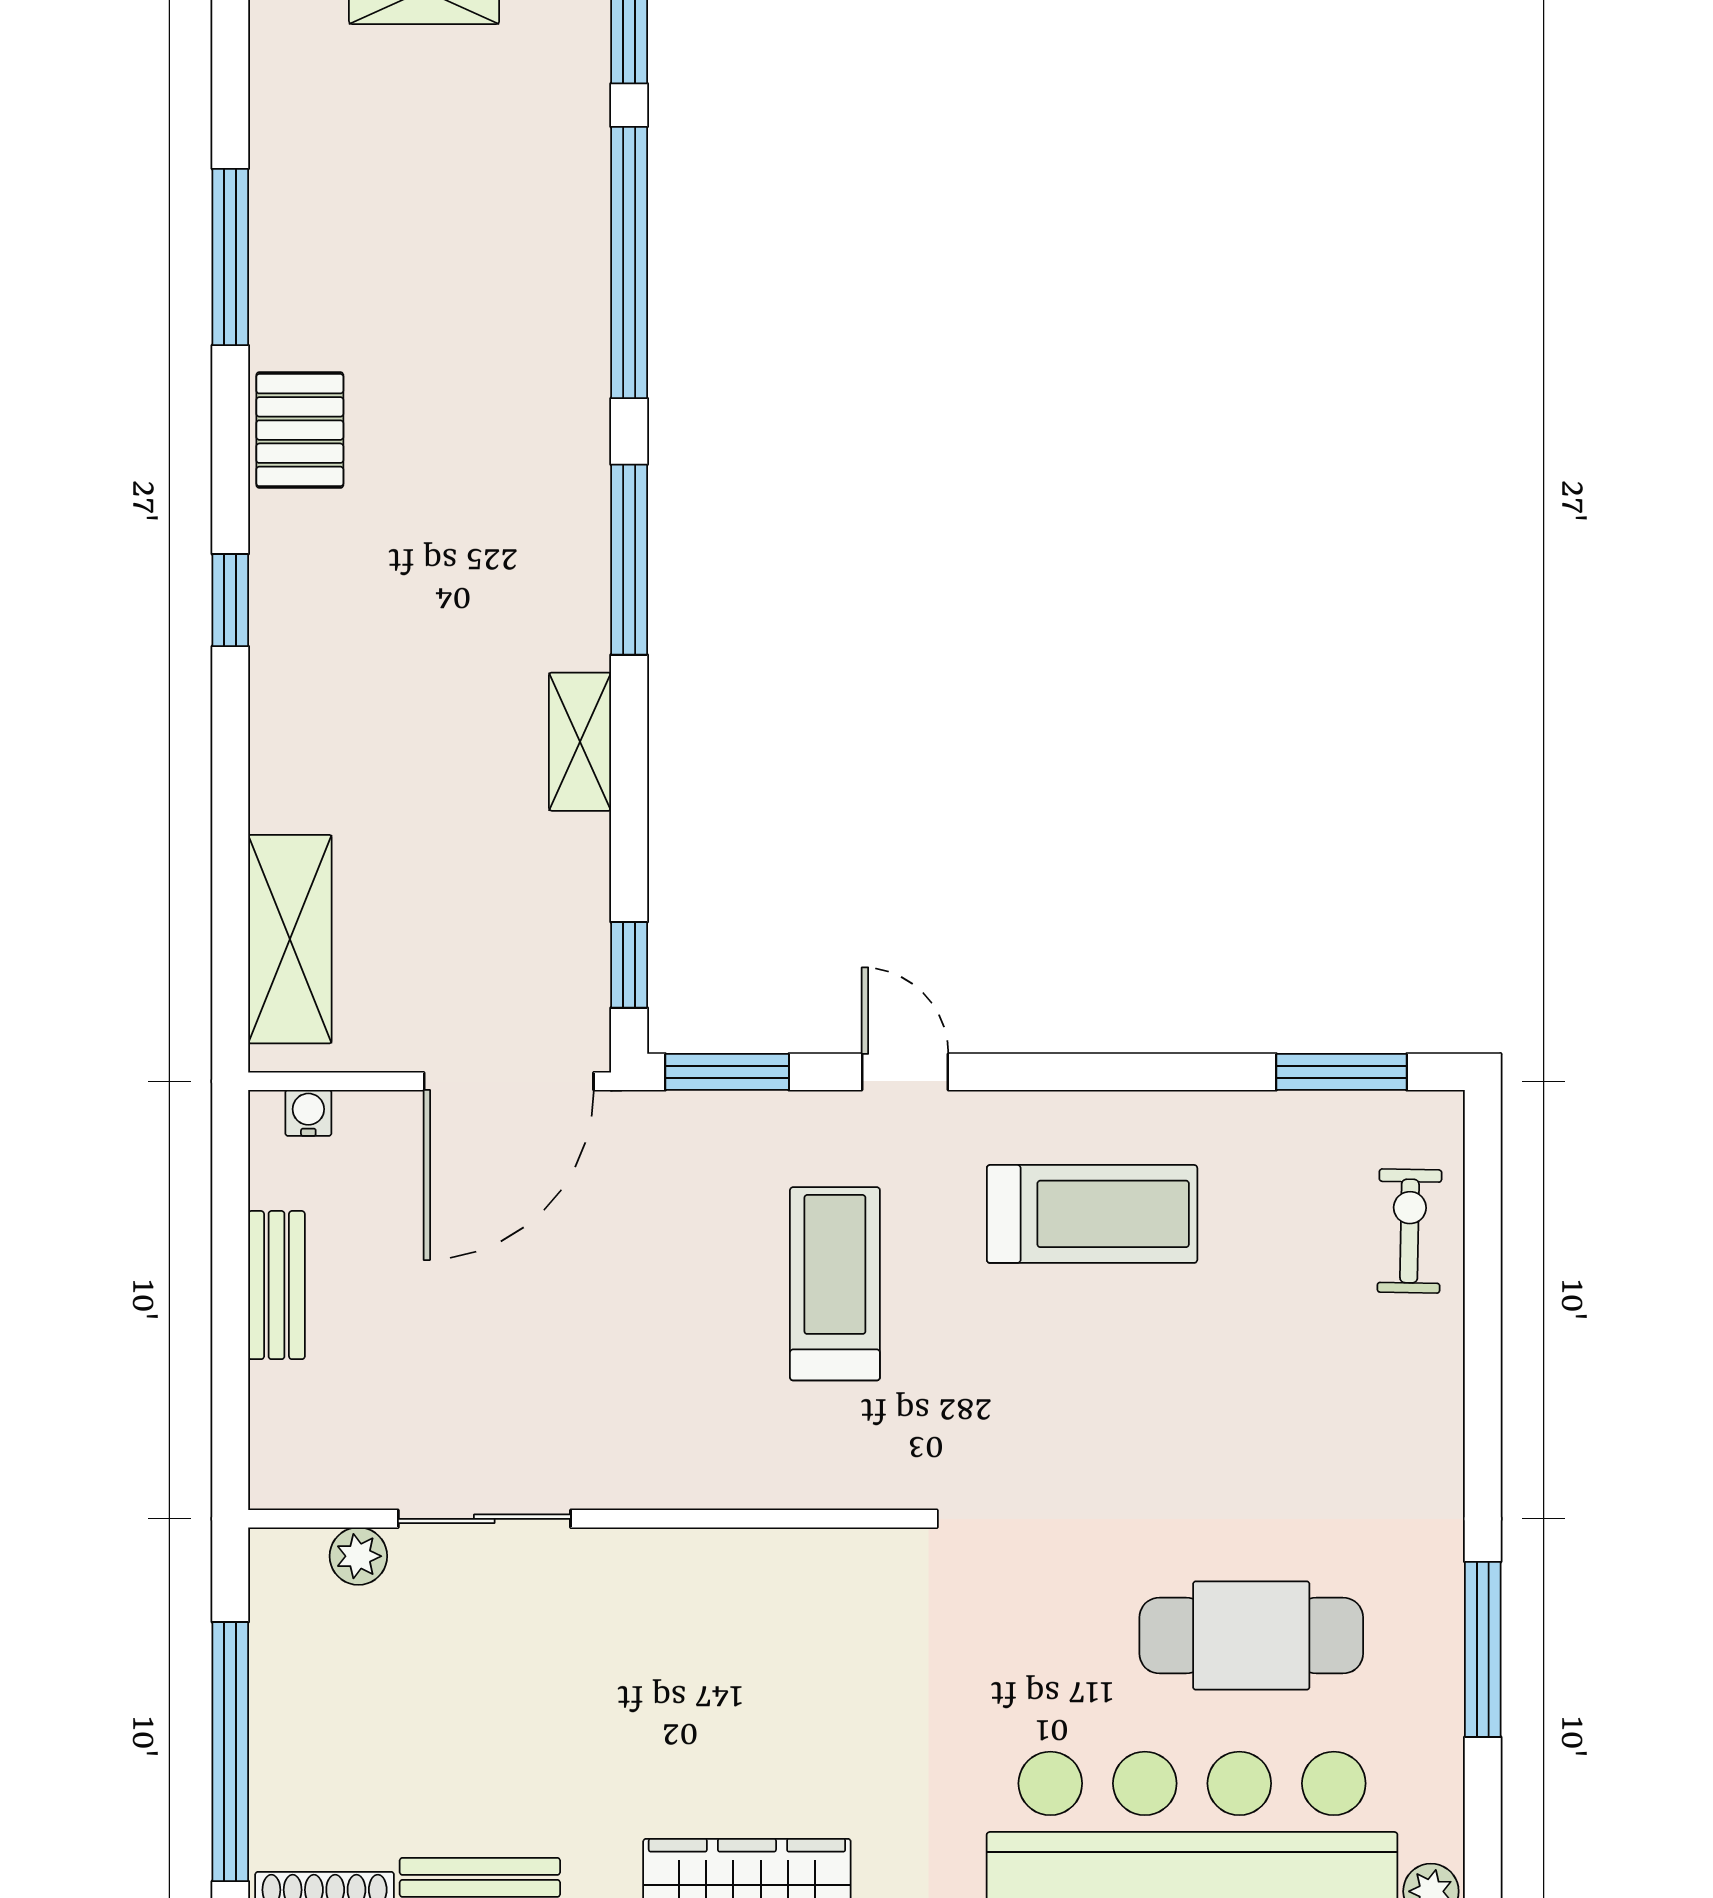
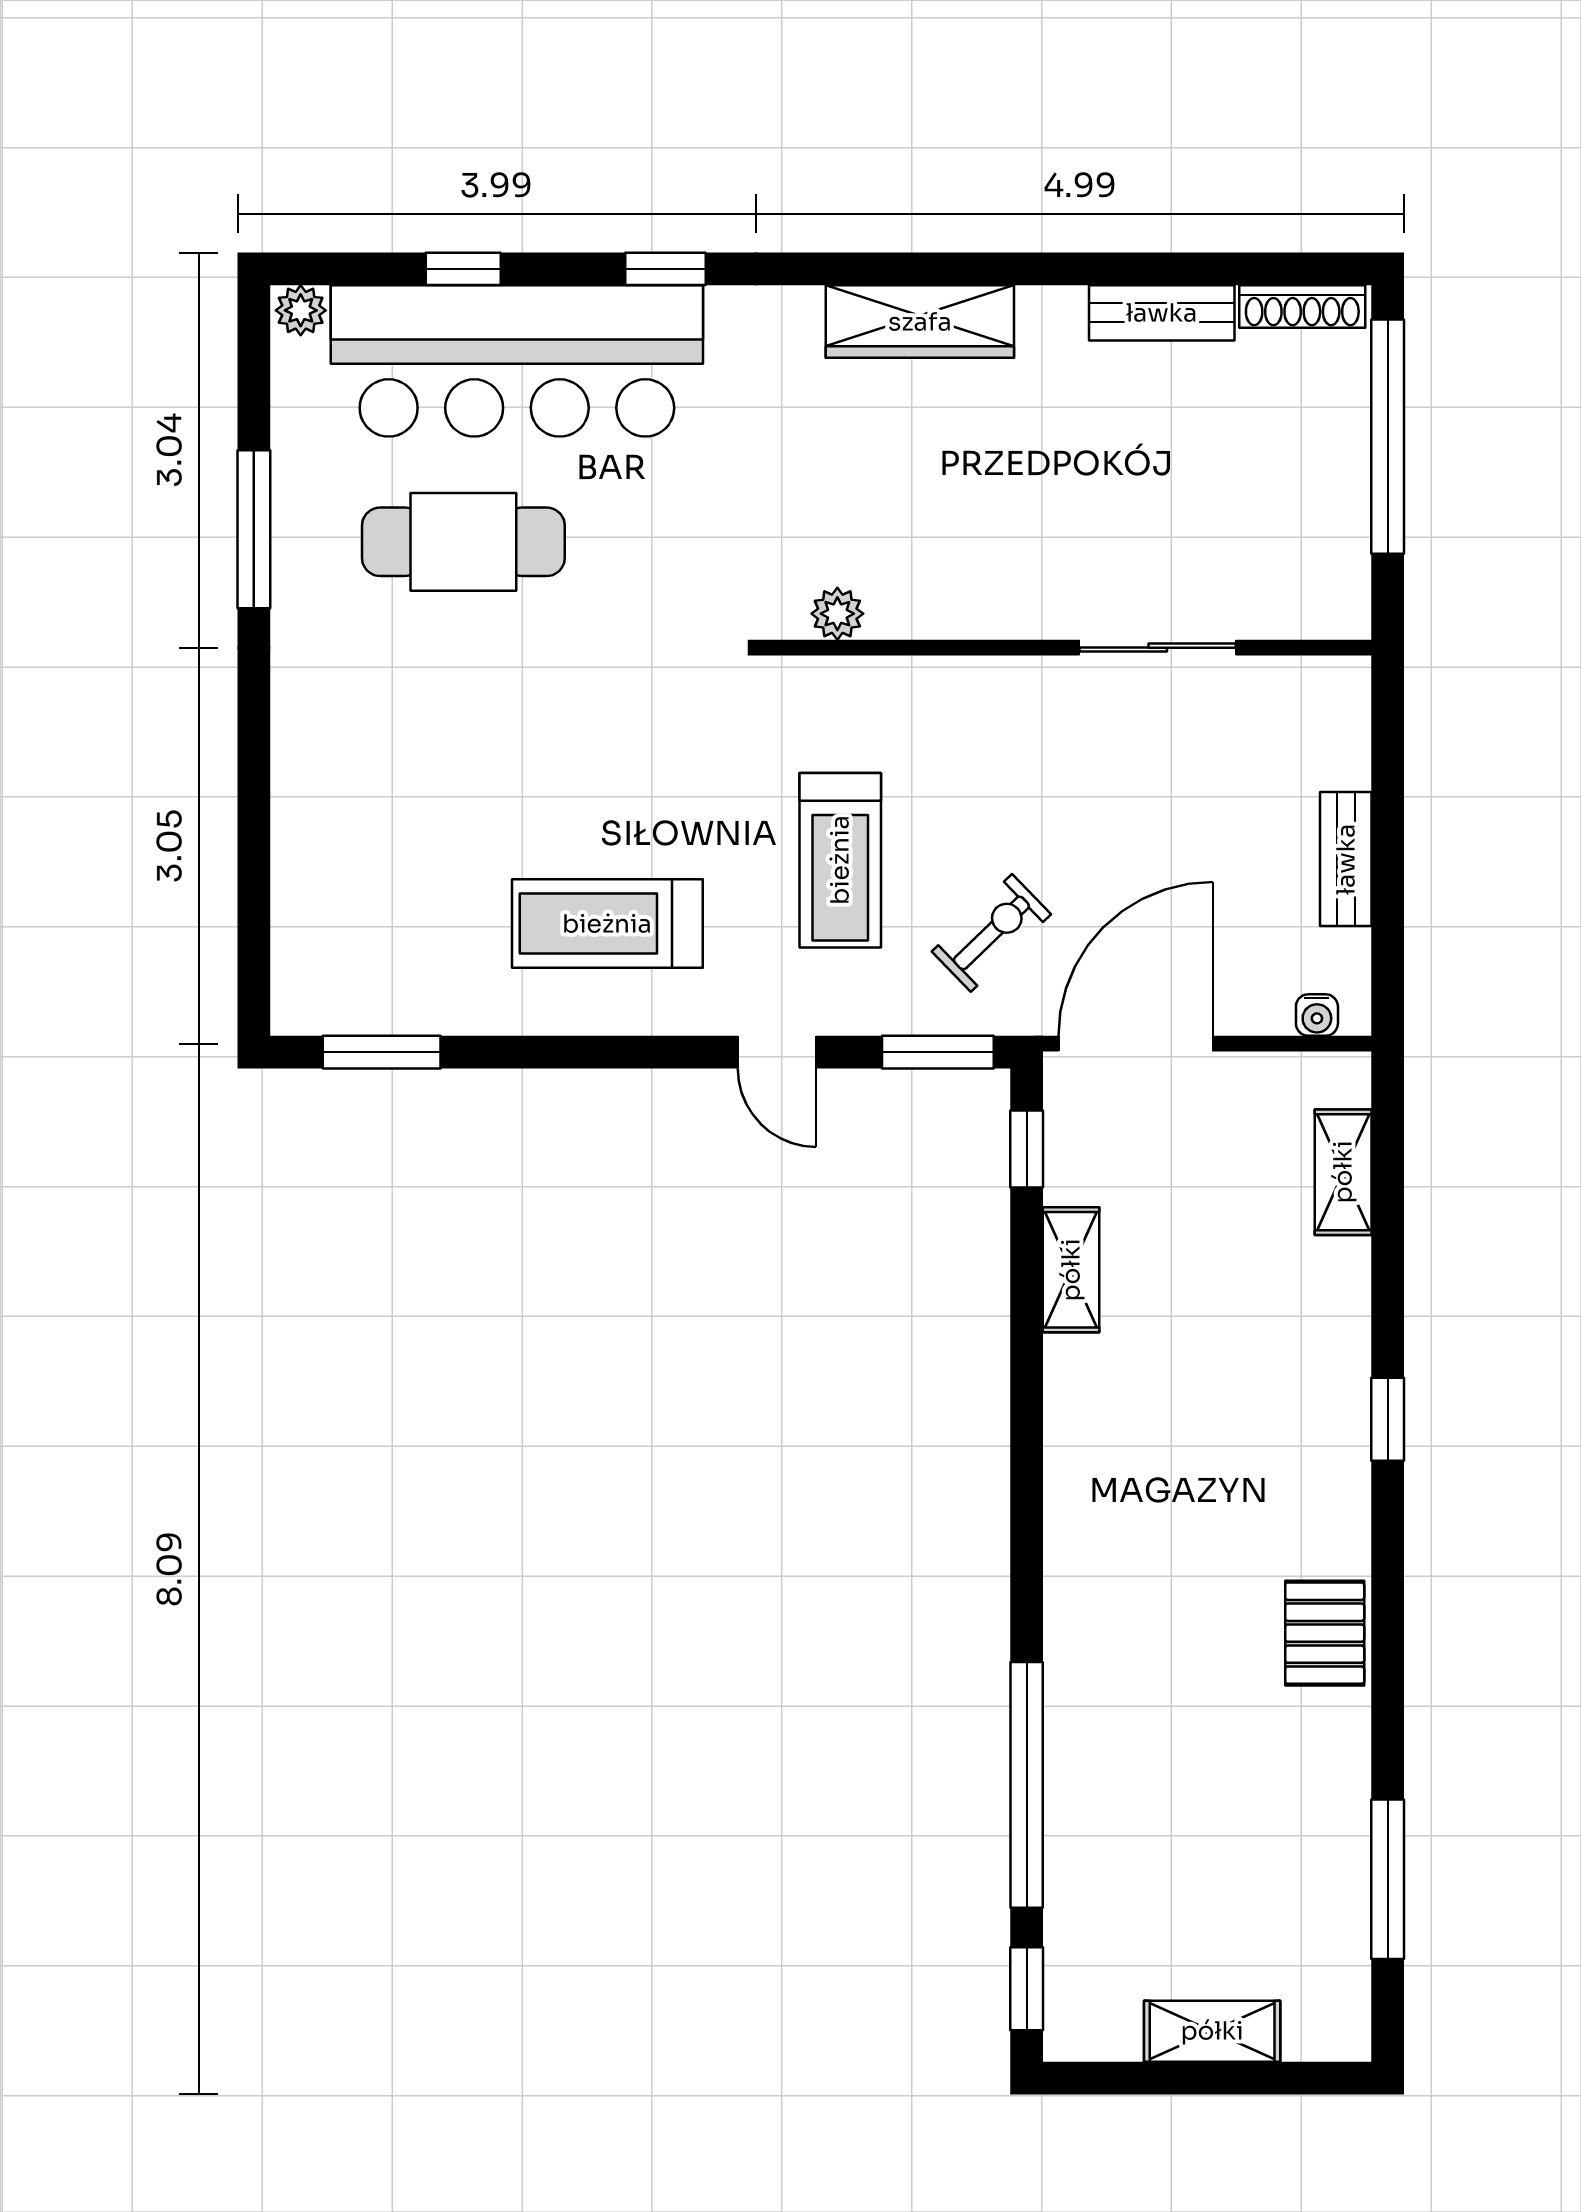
window: (230, 257) -> (1388, 1879), moved
window: (629, 560) -> (1027, 1516), removed
window: (230, 600) -> (1388, 1419), moved
shelving: (580, 742) -> (1071, 1270), moved
shelving: (290, 939) -> (1343, 1172), width x0.67, depth x0.75
exercise bike: (1409, 1231) -> (991, 933), moved, turned -135
plant: (358, 1556) -> (837, 614), moved

